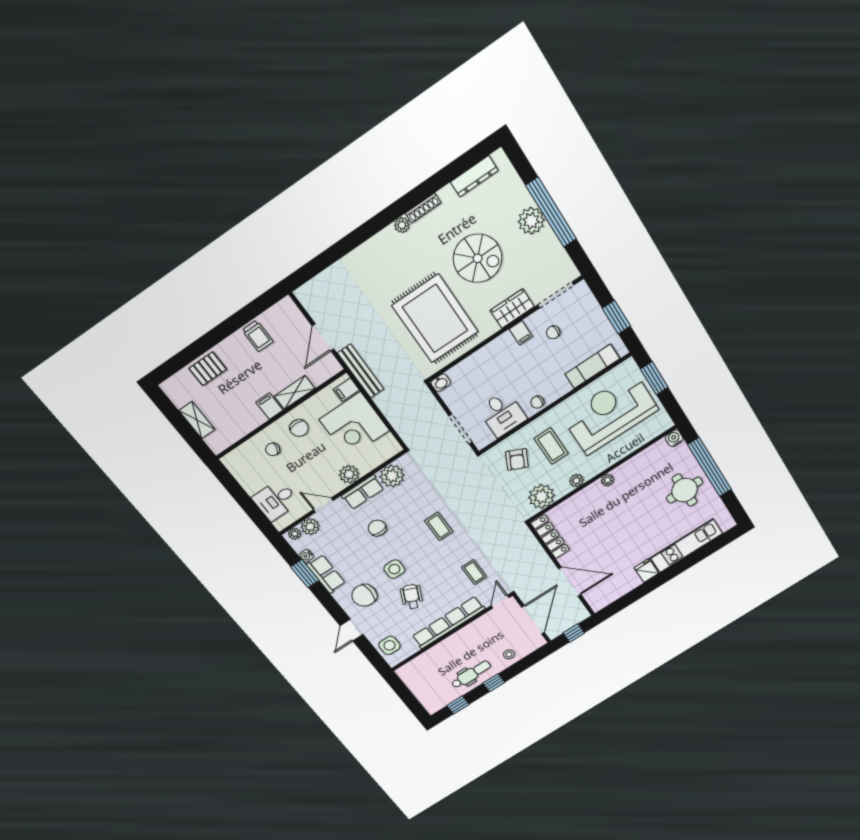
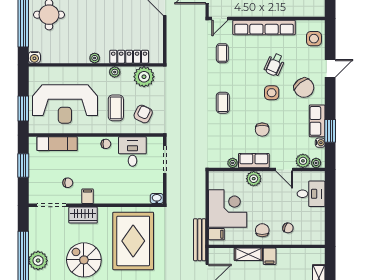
plant: (392, 476) -> (233, 163), width x0.53, depth x0.53
locker: (550, 537) -> (129, 57), moved, turned 90
chair: (364, 595) -> (304, 88), turned 52

